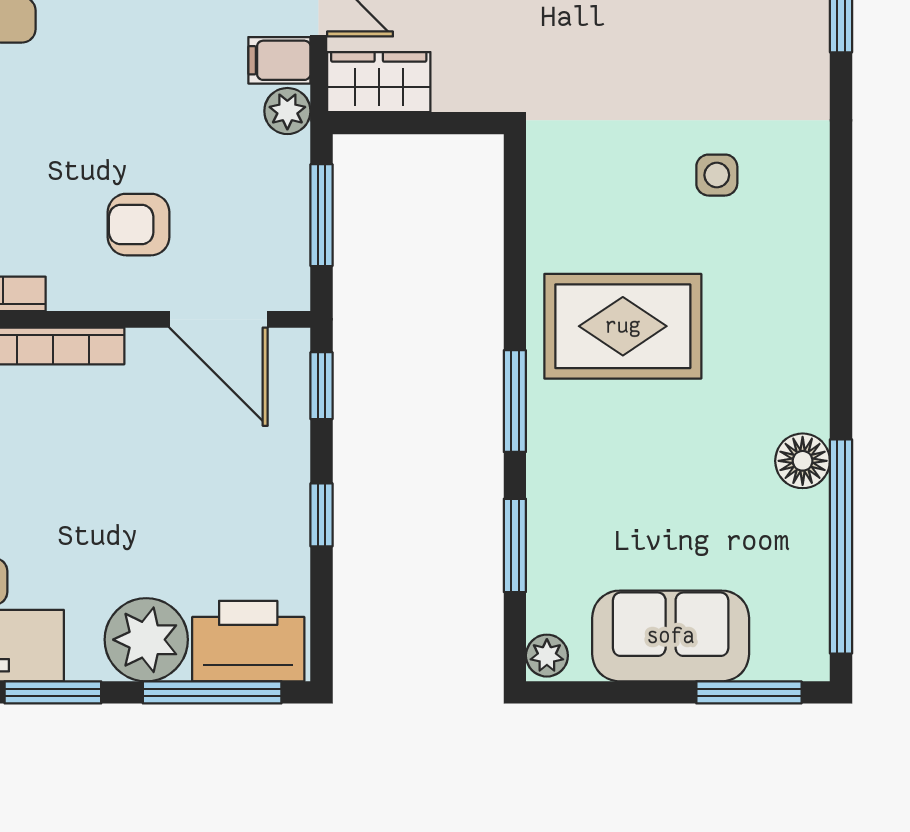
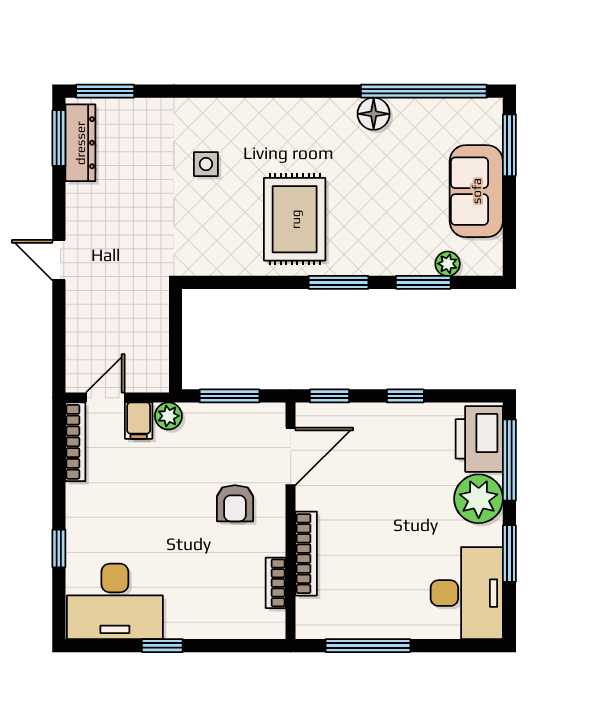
wardrobe: (379, 82) -> (151, 362), removed
plant: (547, 656) -> (448, 264), moved

